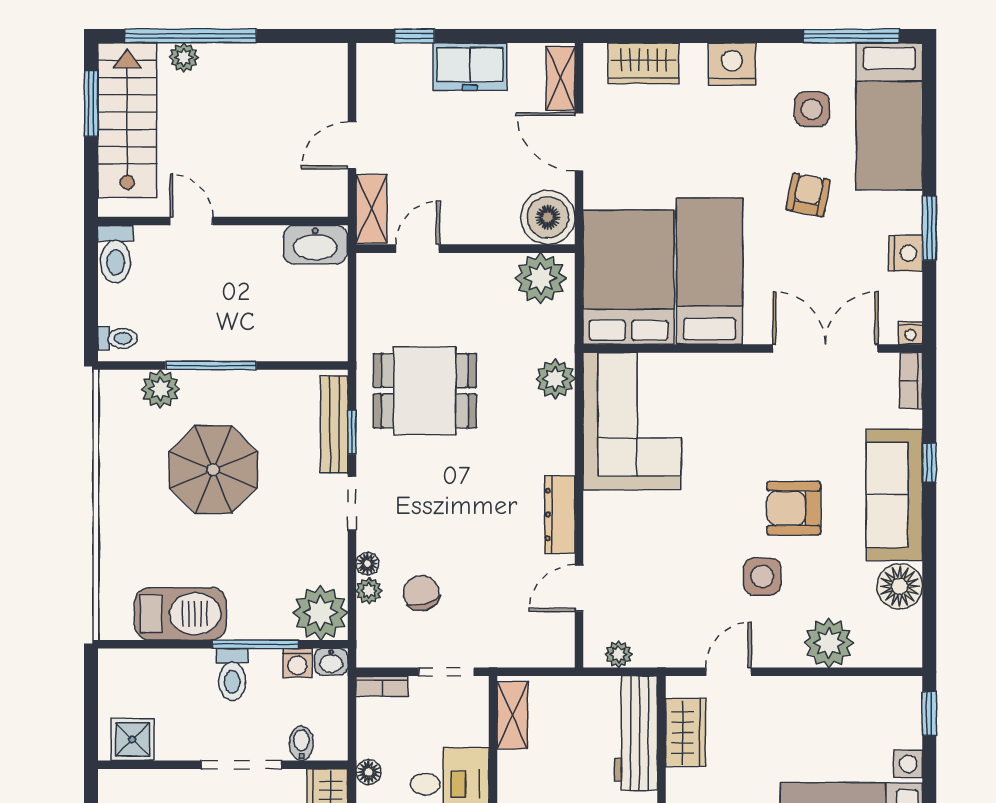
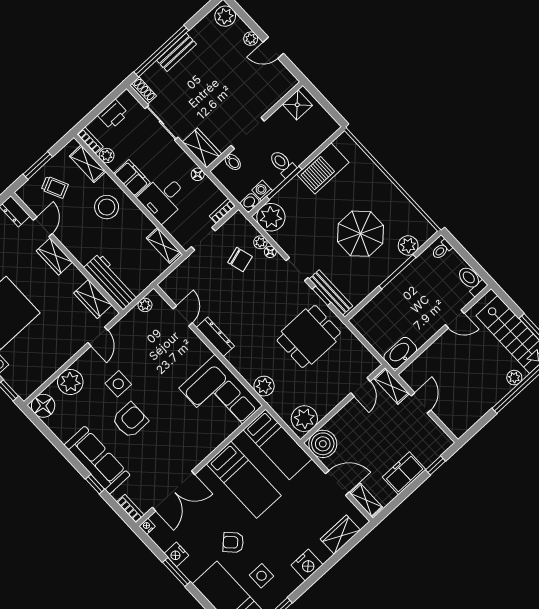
armchair: (808, 195) -> (233, 542), turned 125
bed: (628, 277) -> (278, 444), width x0.67
floor lamp: (900, 586) -> (43, 406), moved

